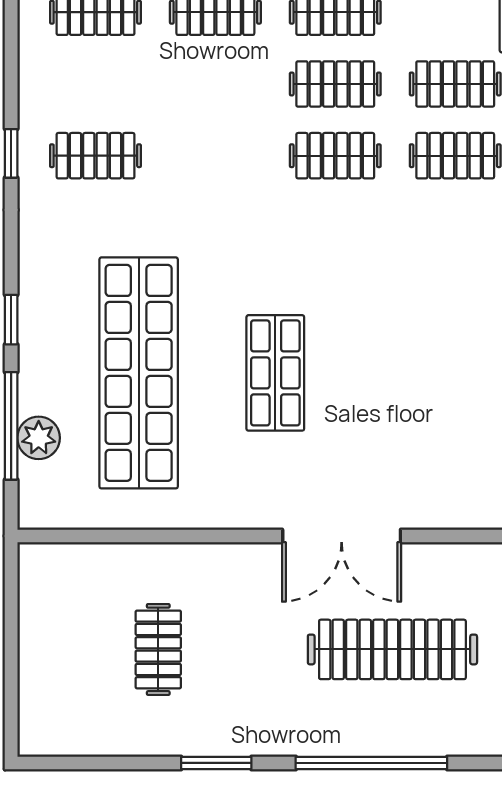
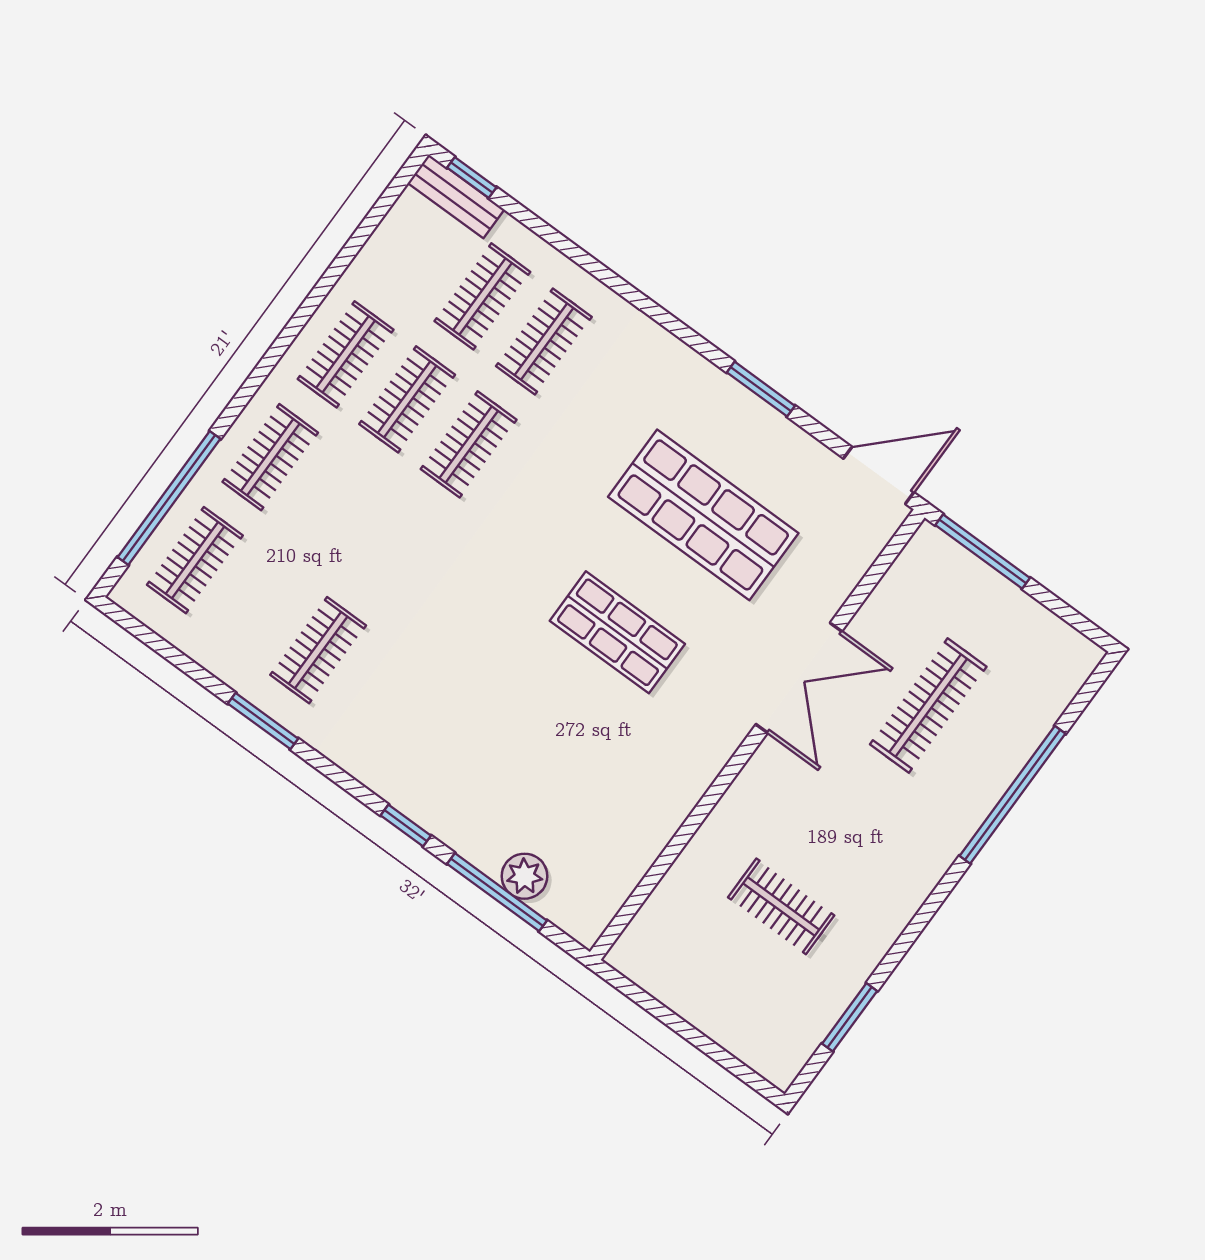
window: (11, 153) -> (263, 721), width x1.50
shop shelf: (139, 373) -> (703, 515), moved, width x0.71
clothes rail: (392, 649) -> (928, 706), width x0.73, depth x0.76
window: (216, 763) -> (850, 1017), moved

